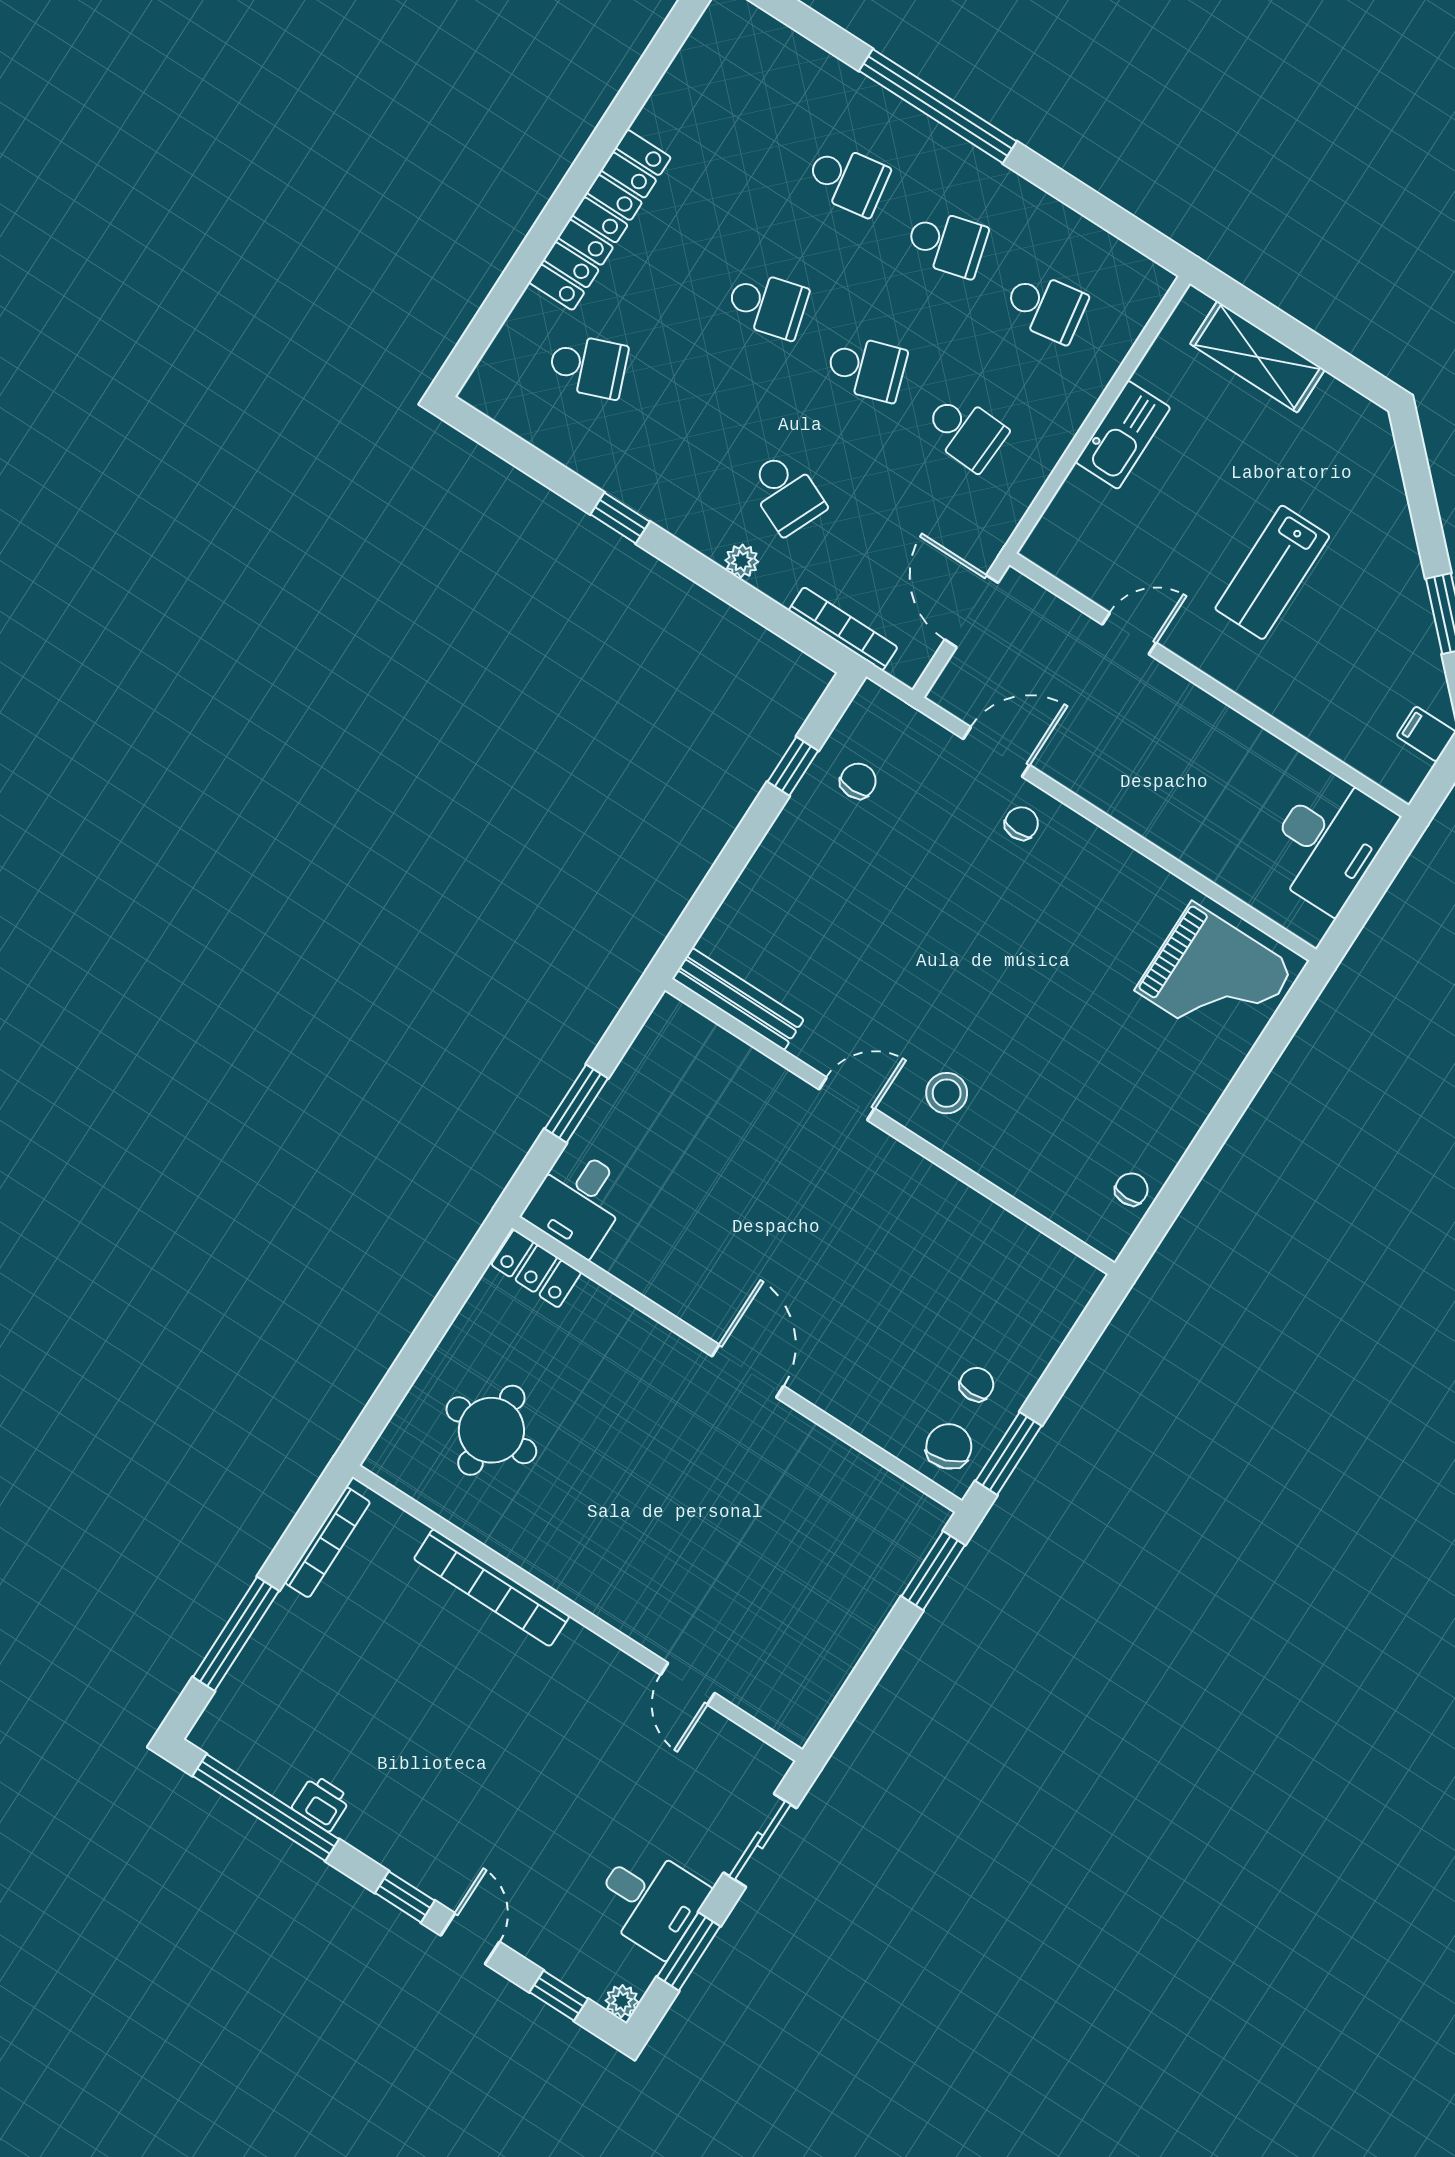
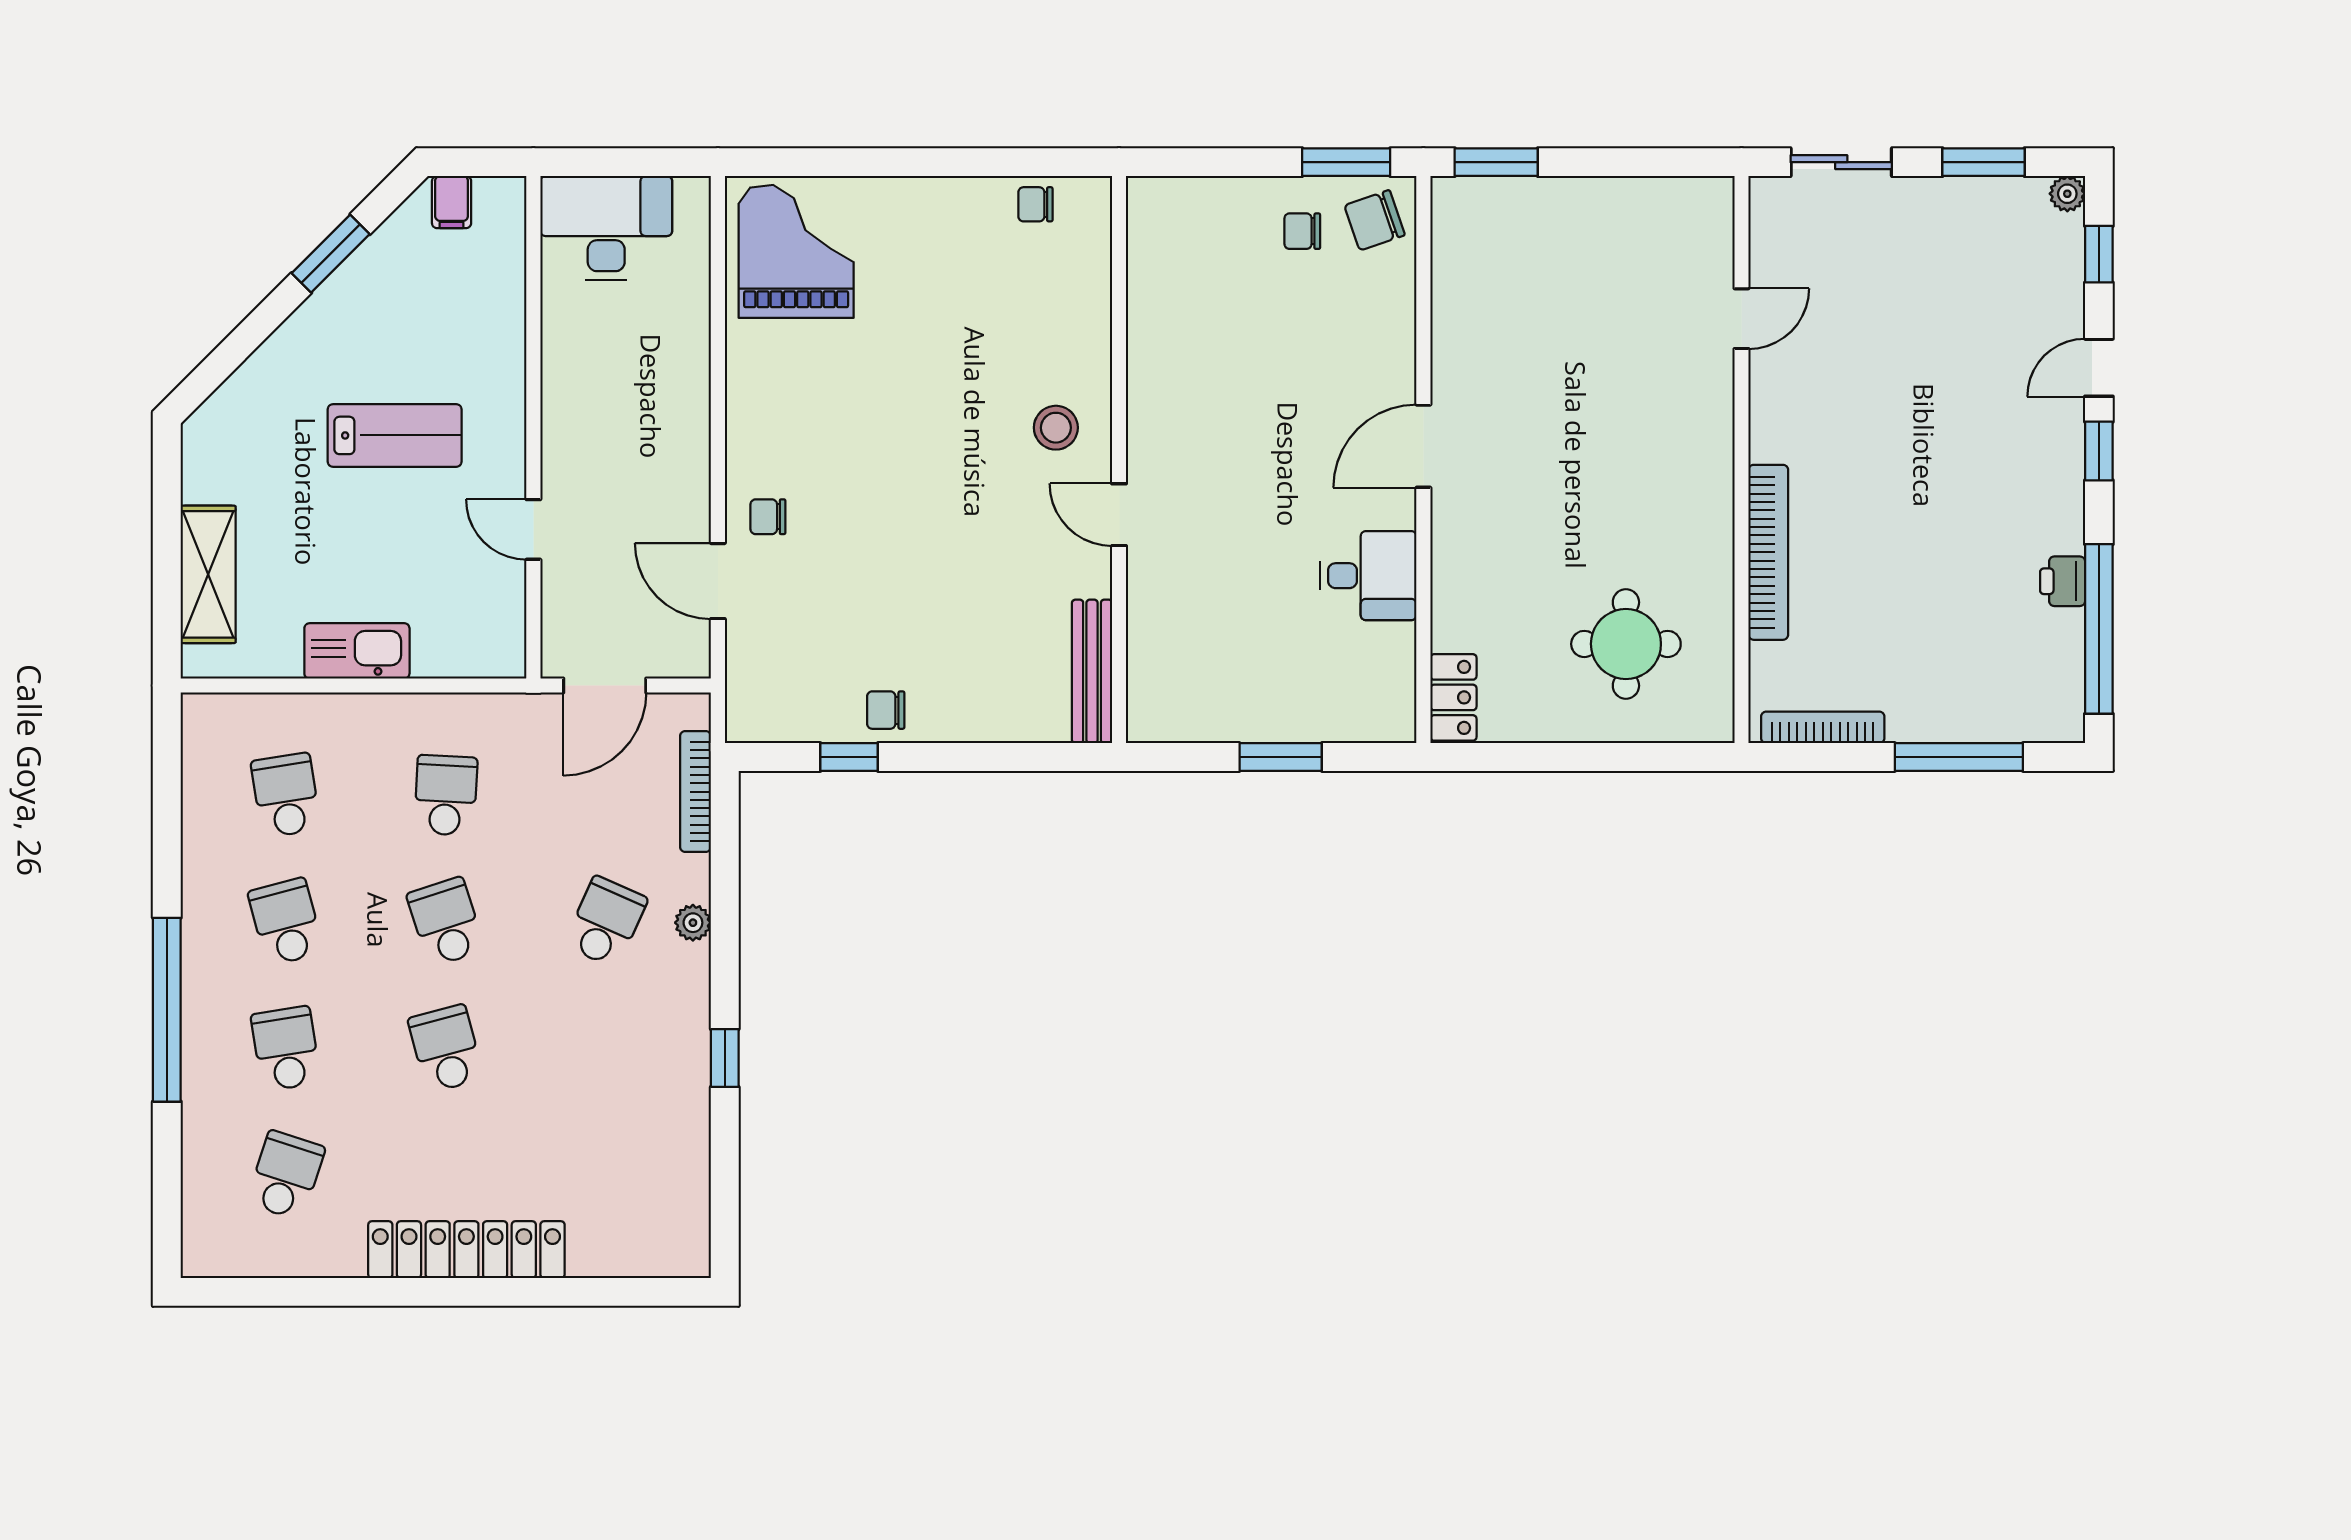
school desk: (588, 366) -> (286, 1175), moved, turned 39
chair: (858, 781) -> (886, 710), moved
desk: (578, 1202) -> (1368, 576), moved
desk: (650, 1900) -> (1959, 227), removed

